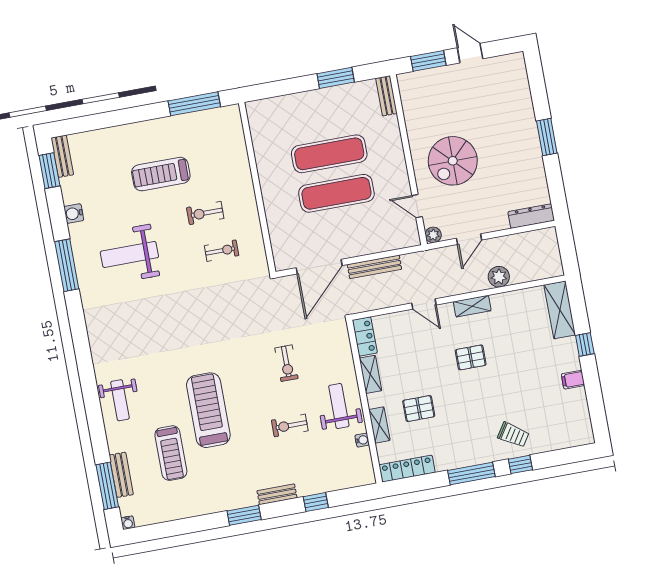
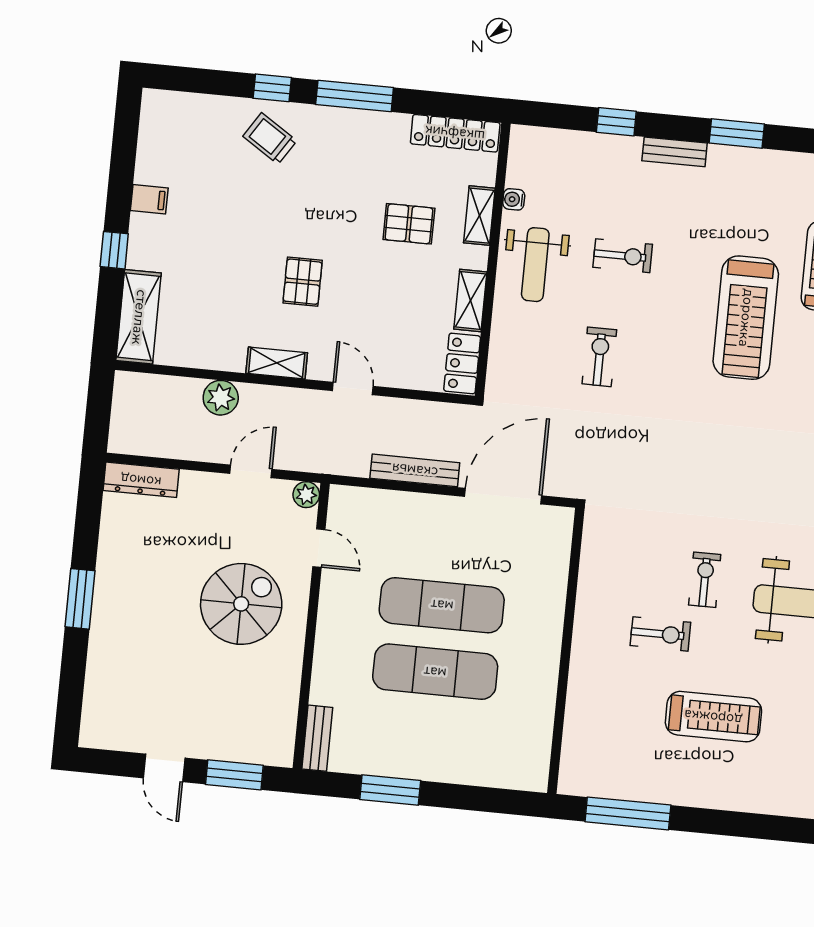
exercise bike: (222, 251) -> (705, 580), moved, turned 90
pallet: (471, 357) -> (303, 282), turned 90

